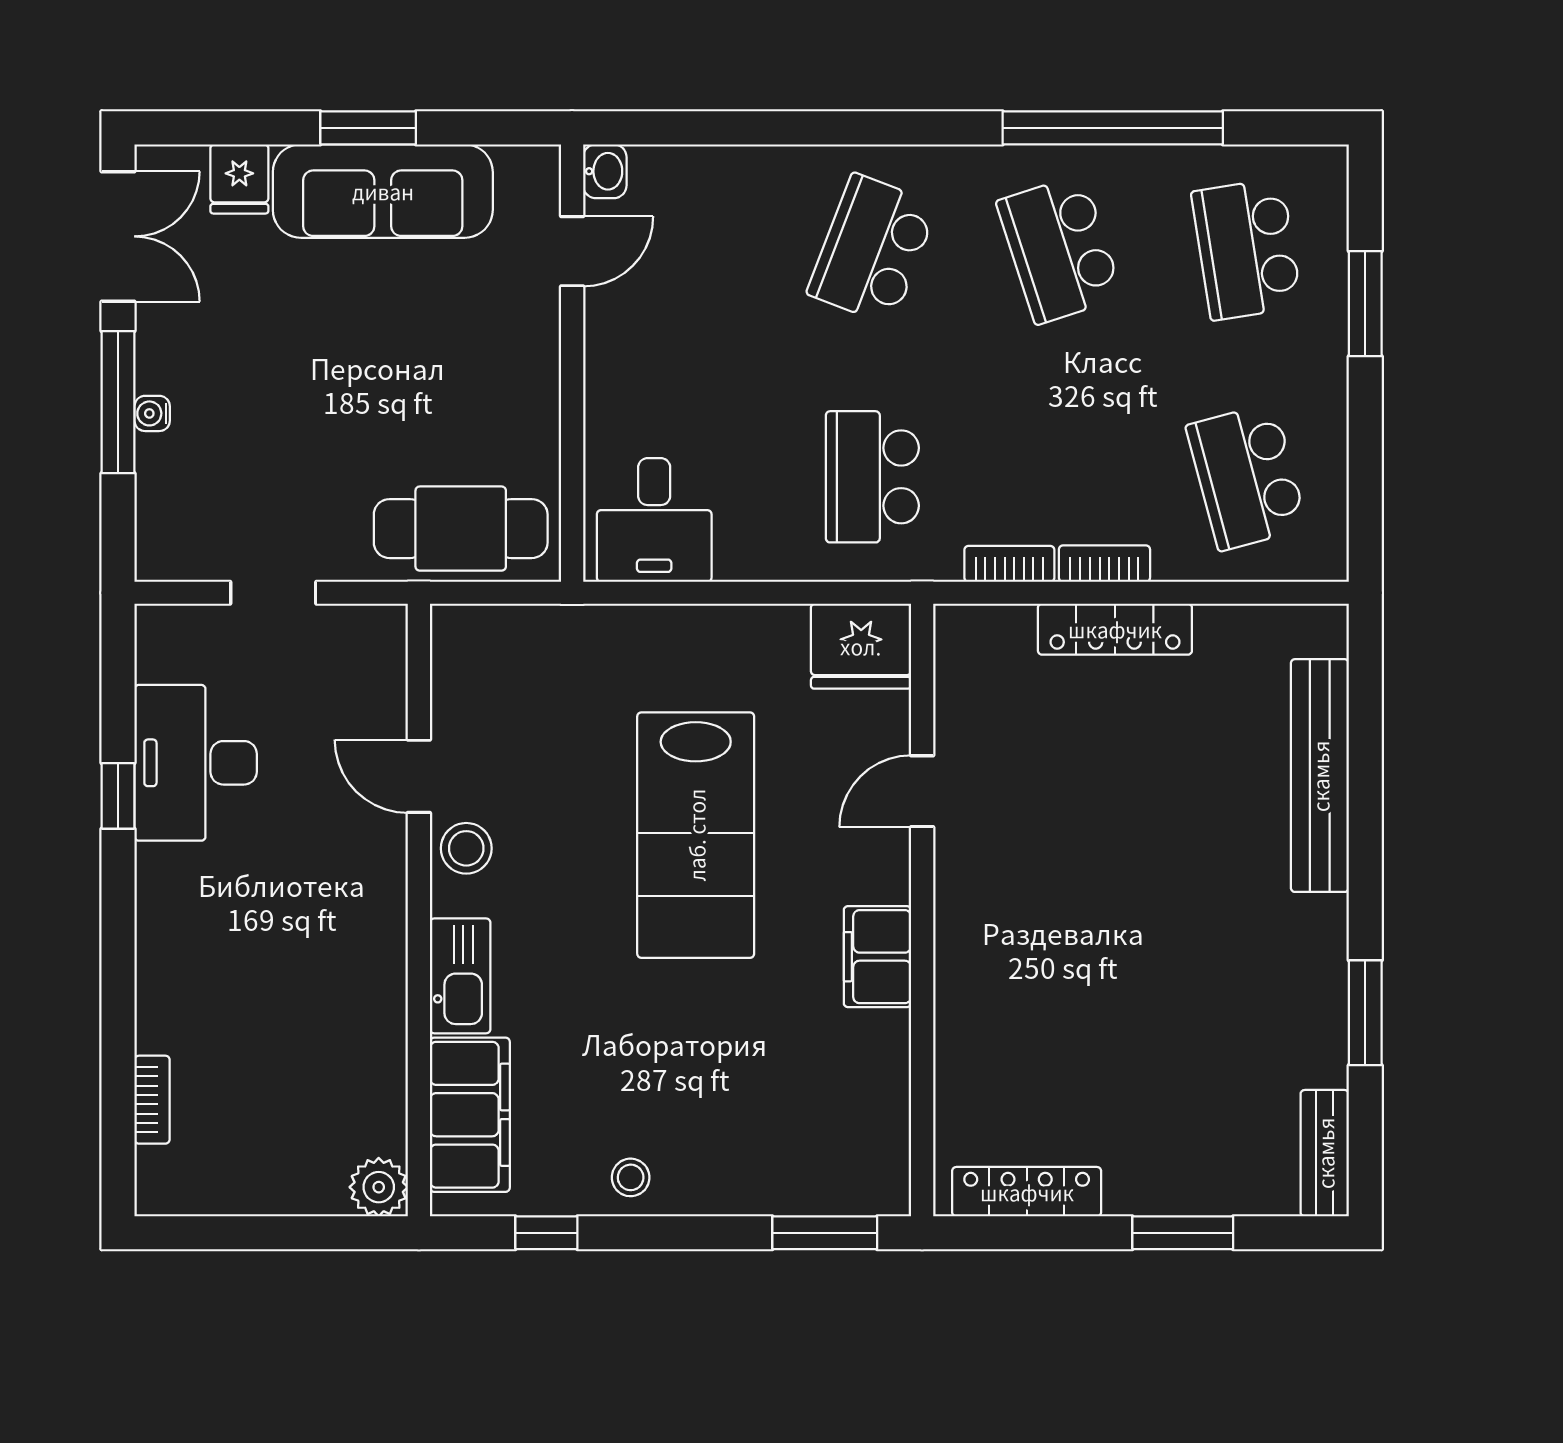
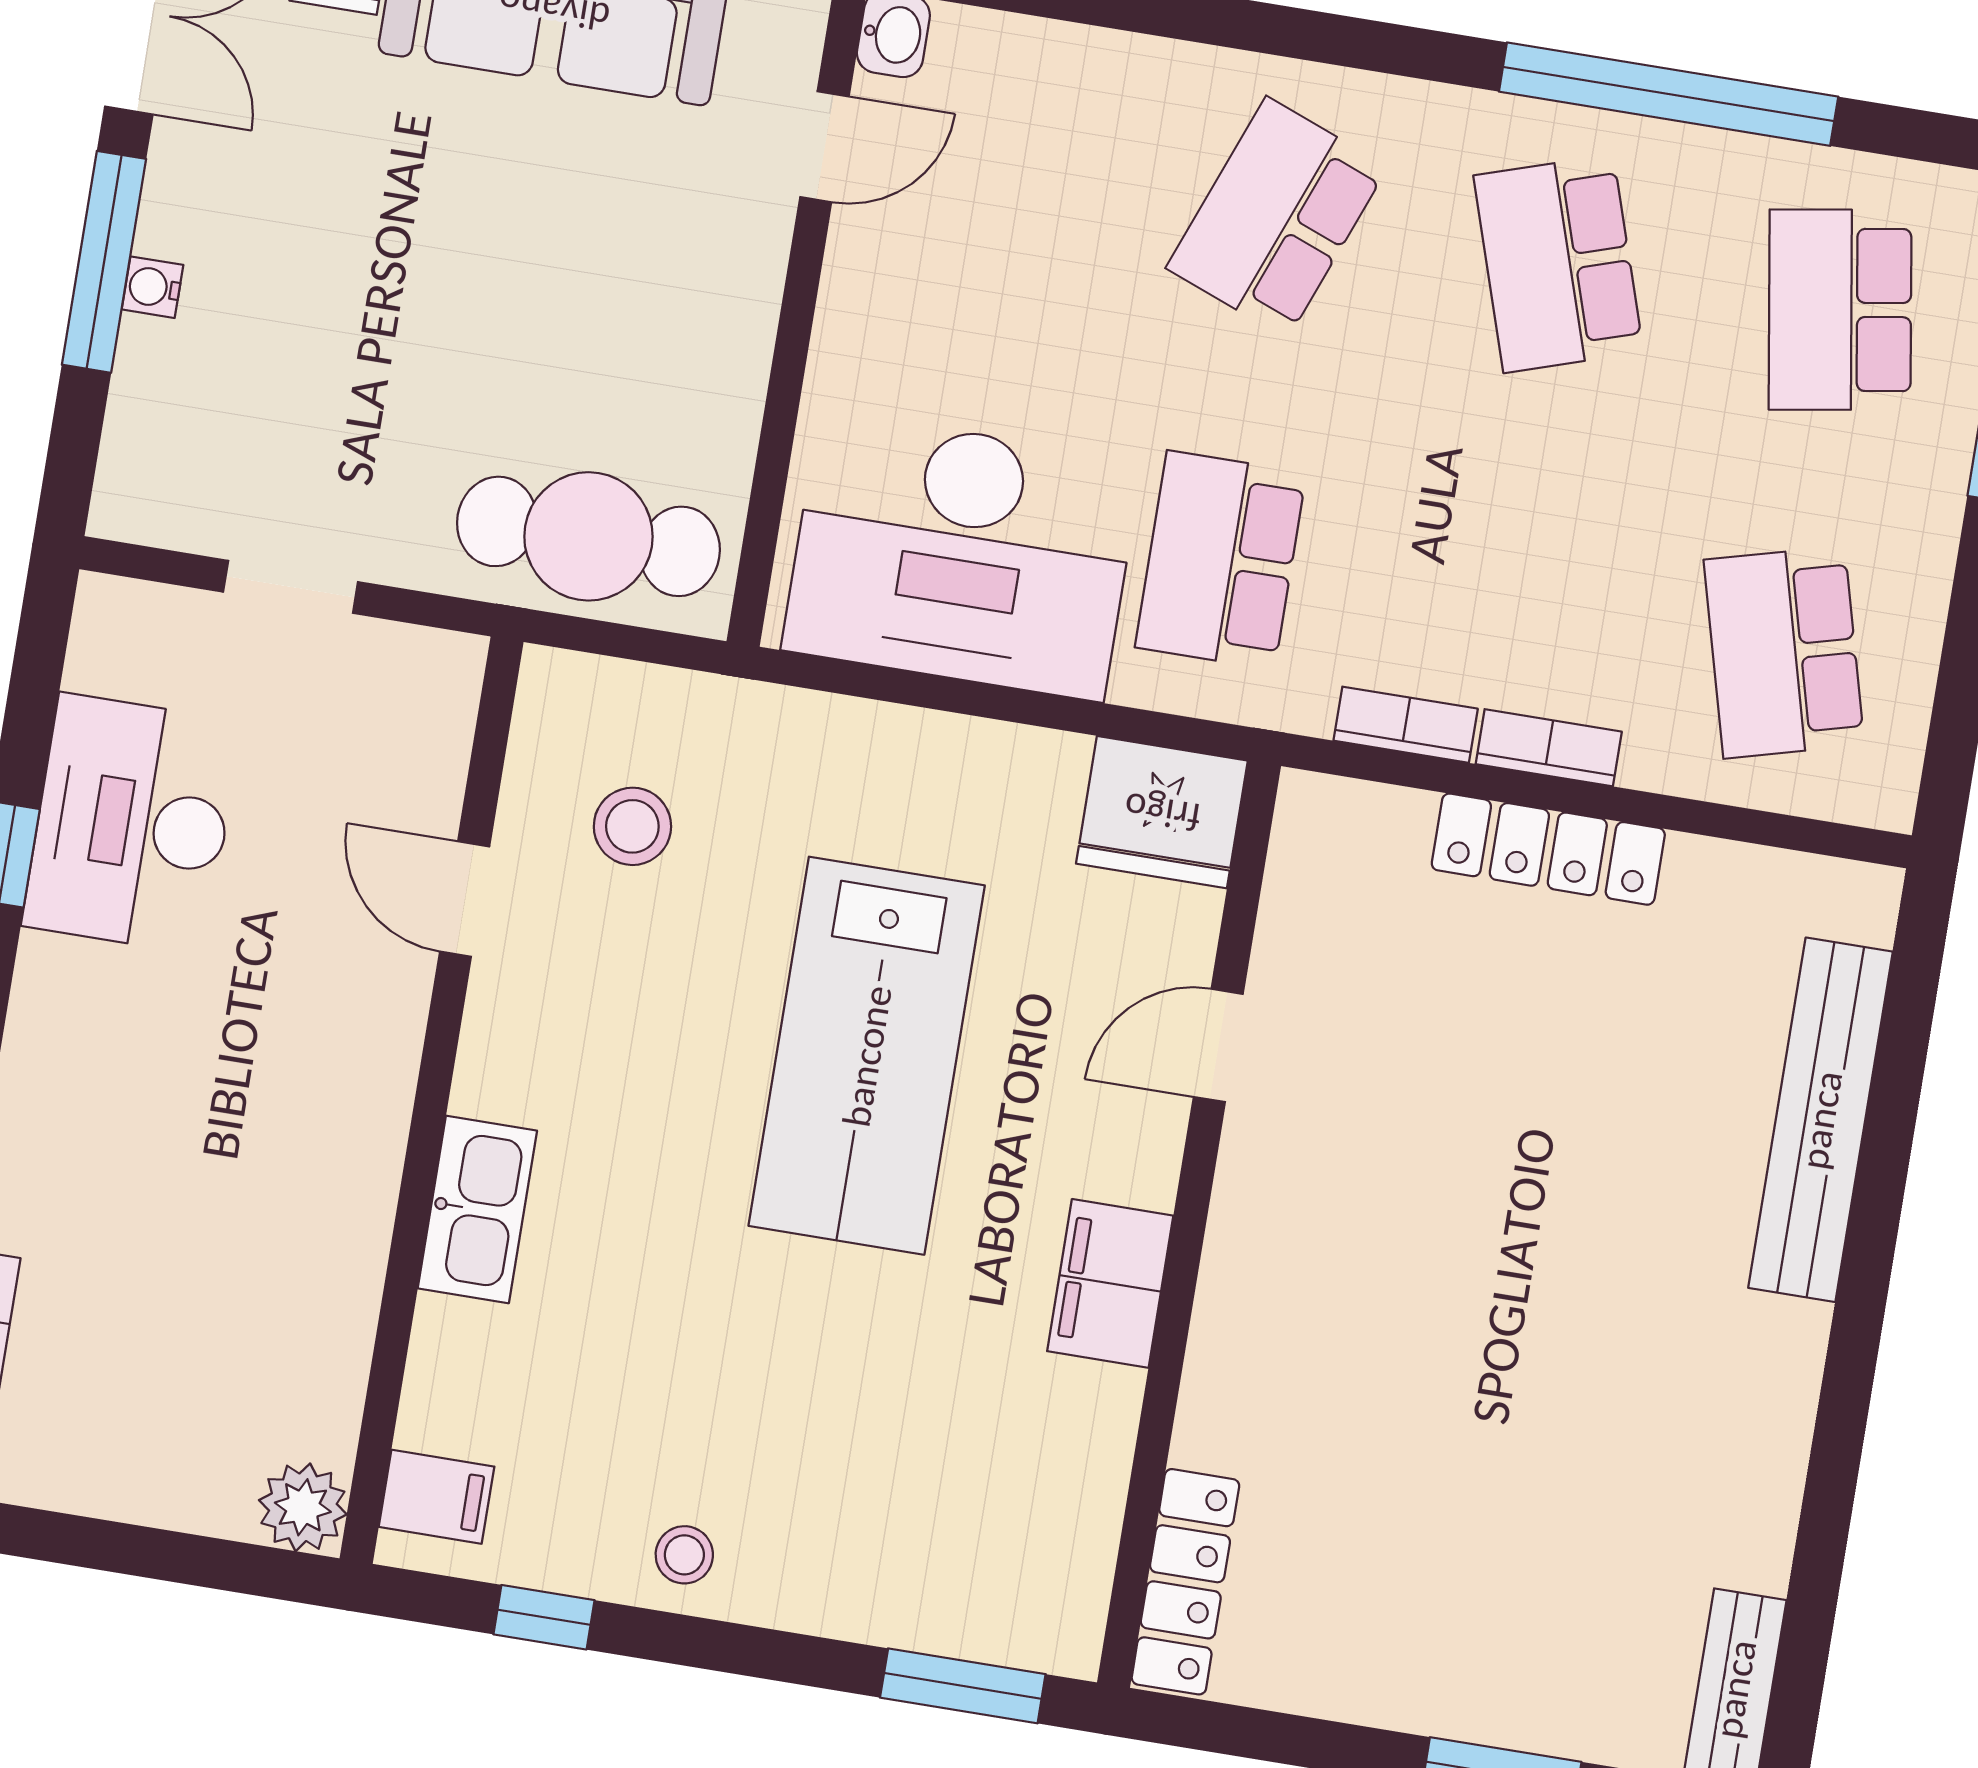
desk: (654, 520) -> (962, 556), width x1.87, depth x1.30
stool: (466, 848) -> (632, 826), moved
window: (1365, 1013) -> (1830, 1488), removed
filing cabinet: (470, 1115) -> (437, 1497), width x0.33, depth x0.86
locker: (1027, 1192) -> (1185, 1582), moved, turned 90

